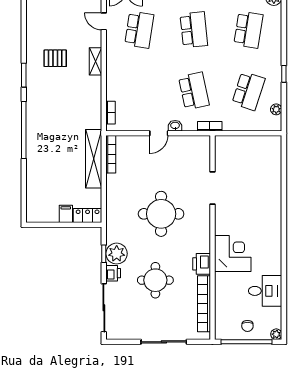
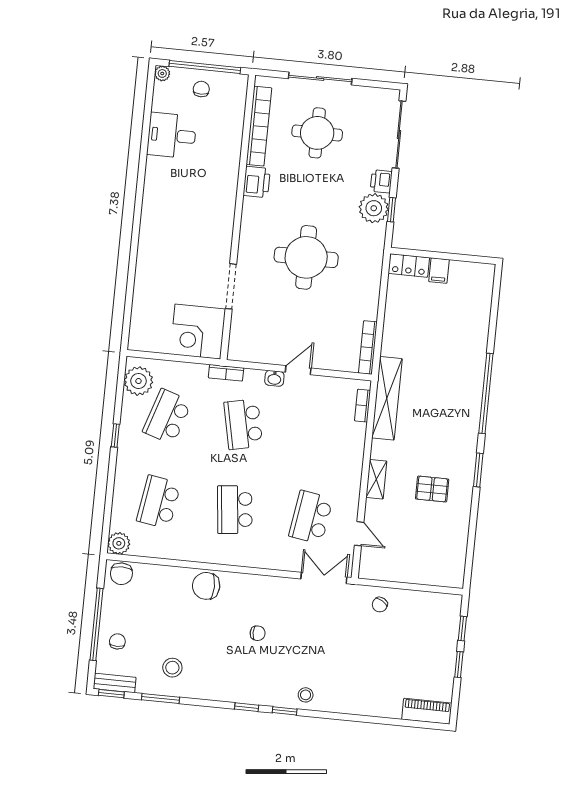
plant: (276, 109) -> (138, 381), width x1.87, depth x1.87
shelving: (94, 159) -> (387, 398), moved
corner desk: (233, 253) -> (198, 332), moved
round table: (155, 280) -> (317, 133), moved

